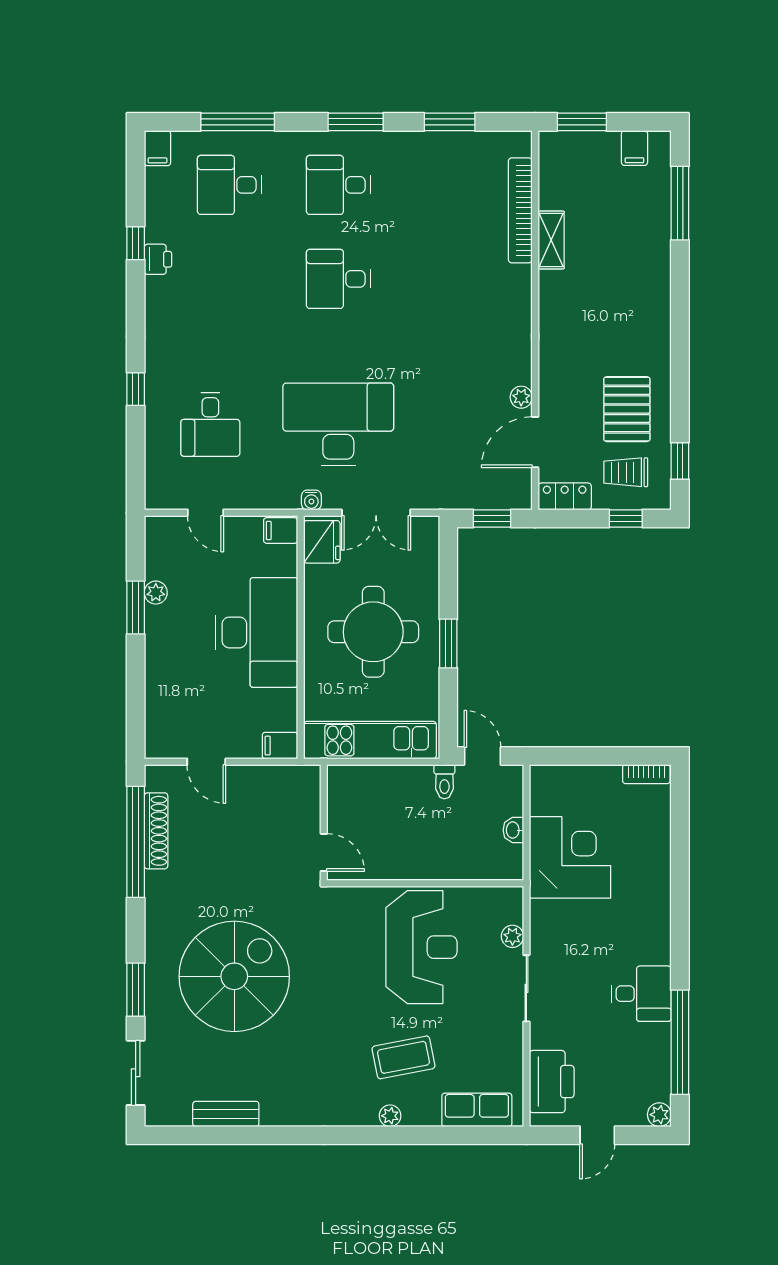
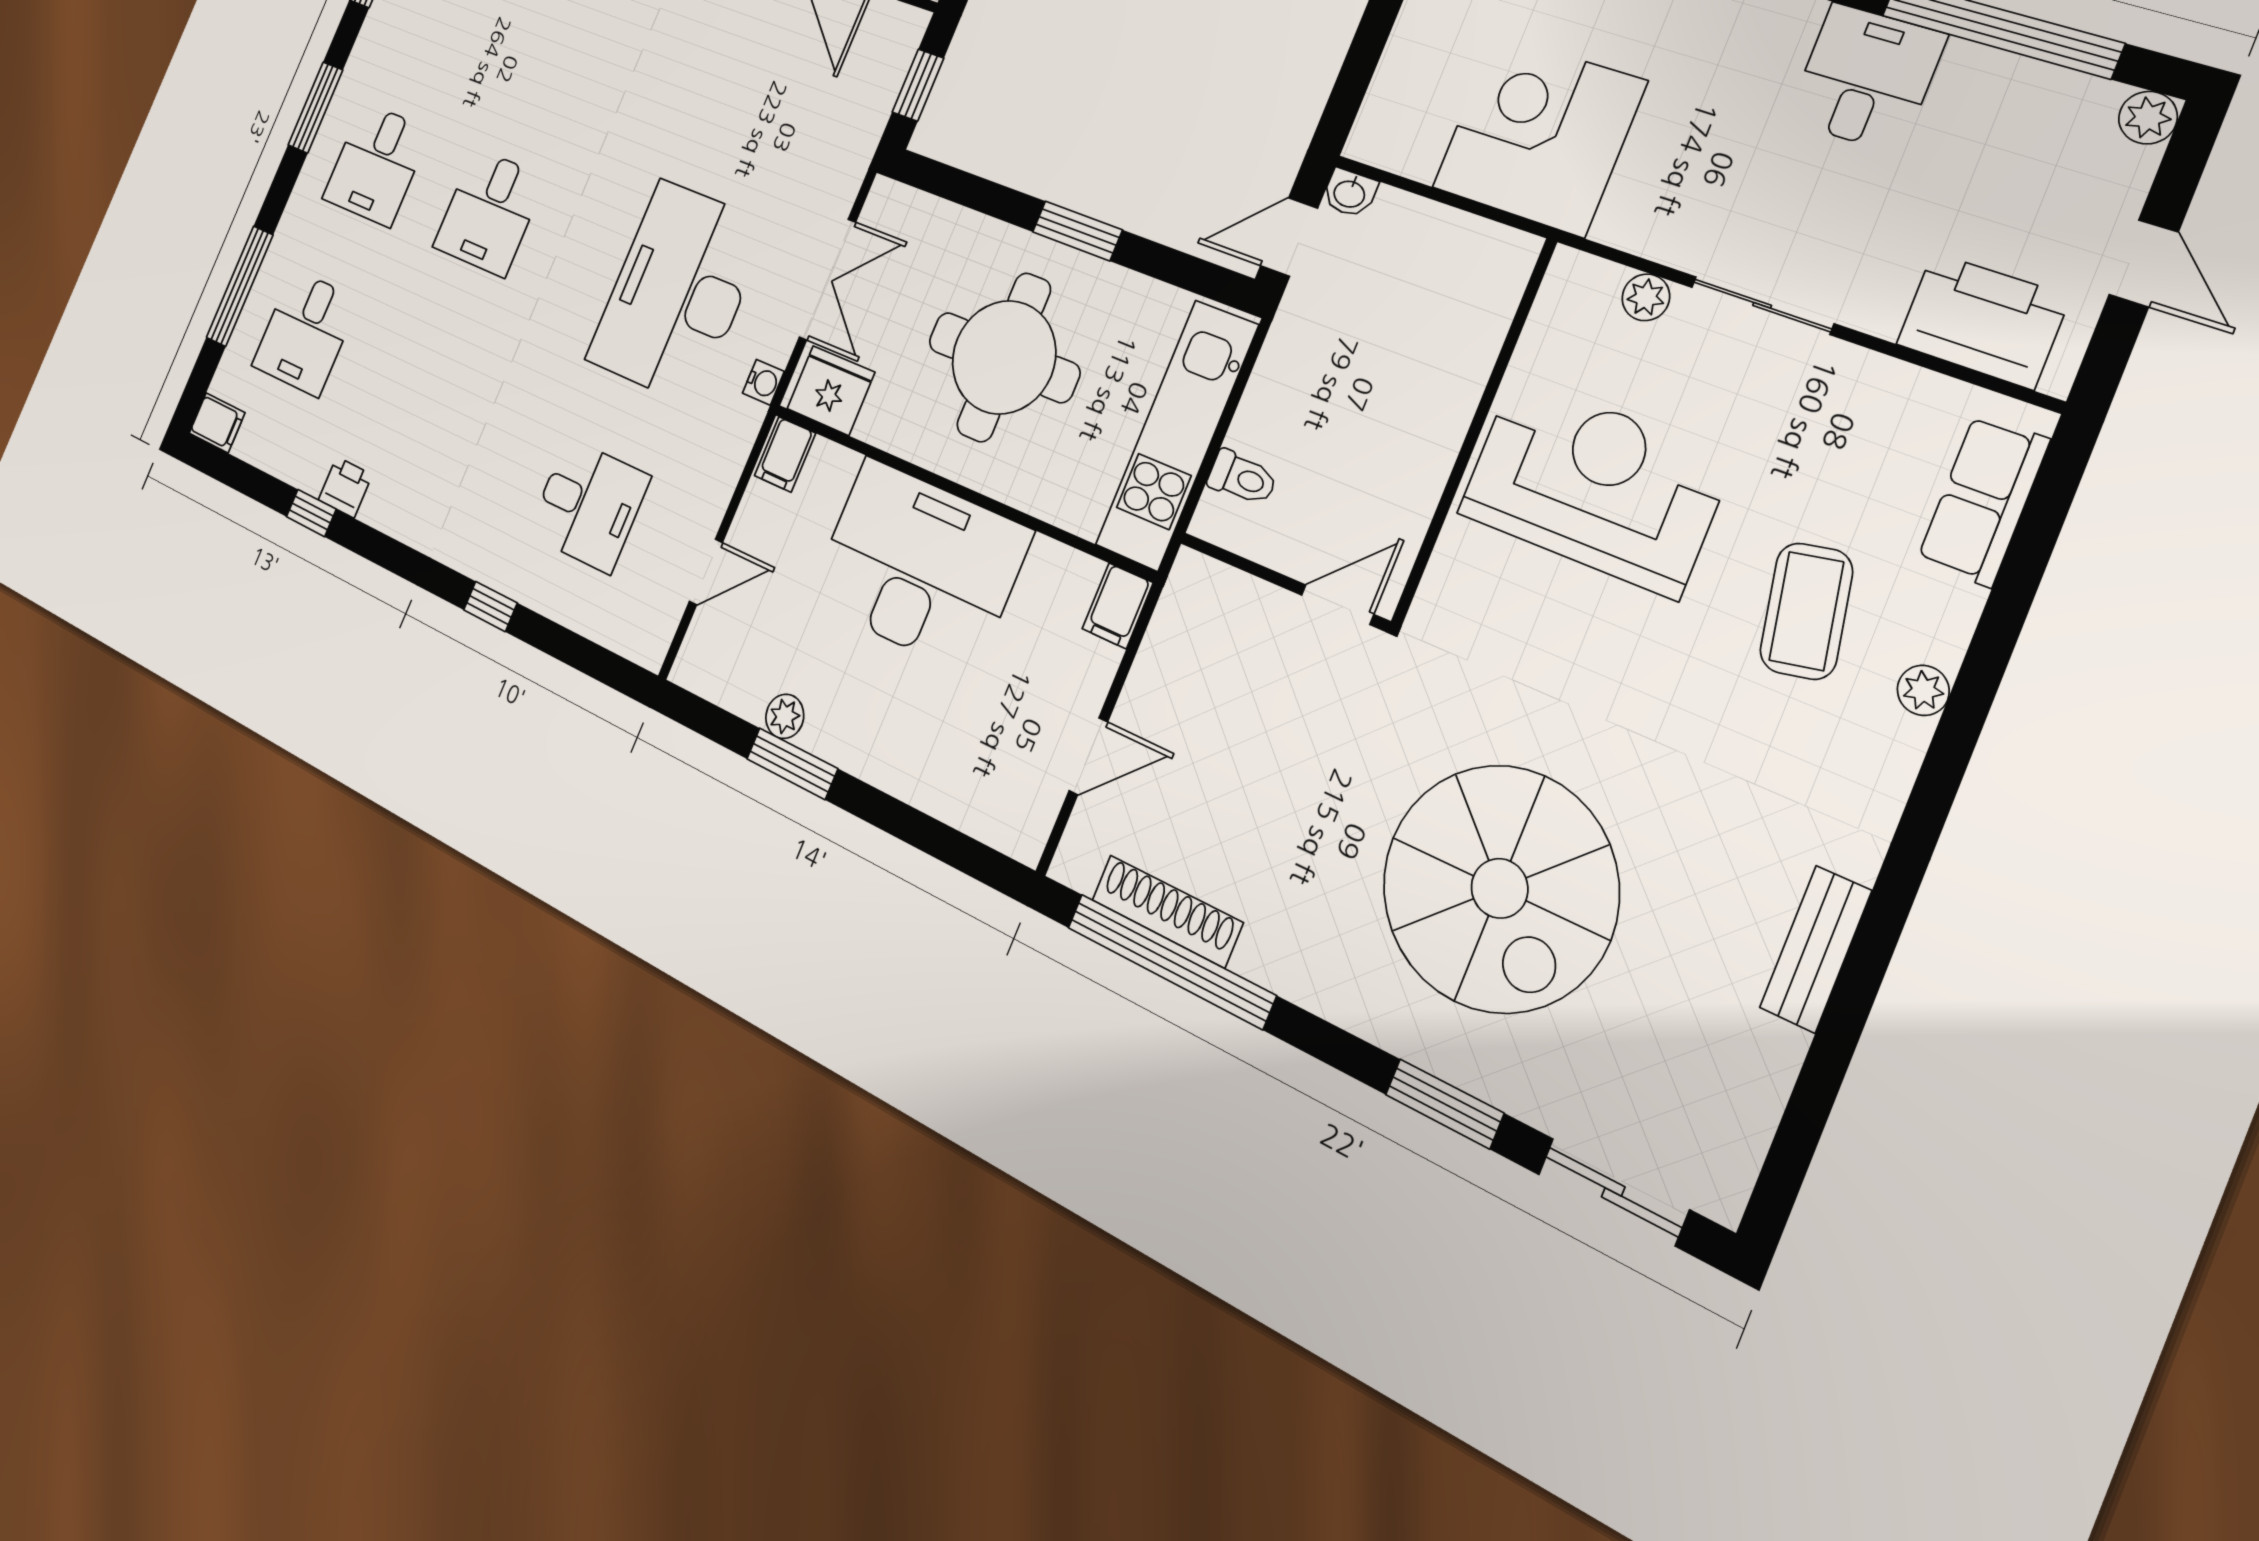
toilet: (444, 782) -> (1242, 478), moved
washbasin: (513, 830) -> (1350, 193), moved
spiral stairs: (234, 976) -> (1500, 888), turned 180
bench: (226, 1114) -> (1816, 949), moved

